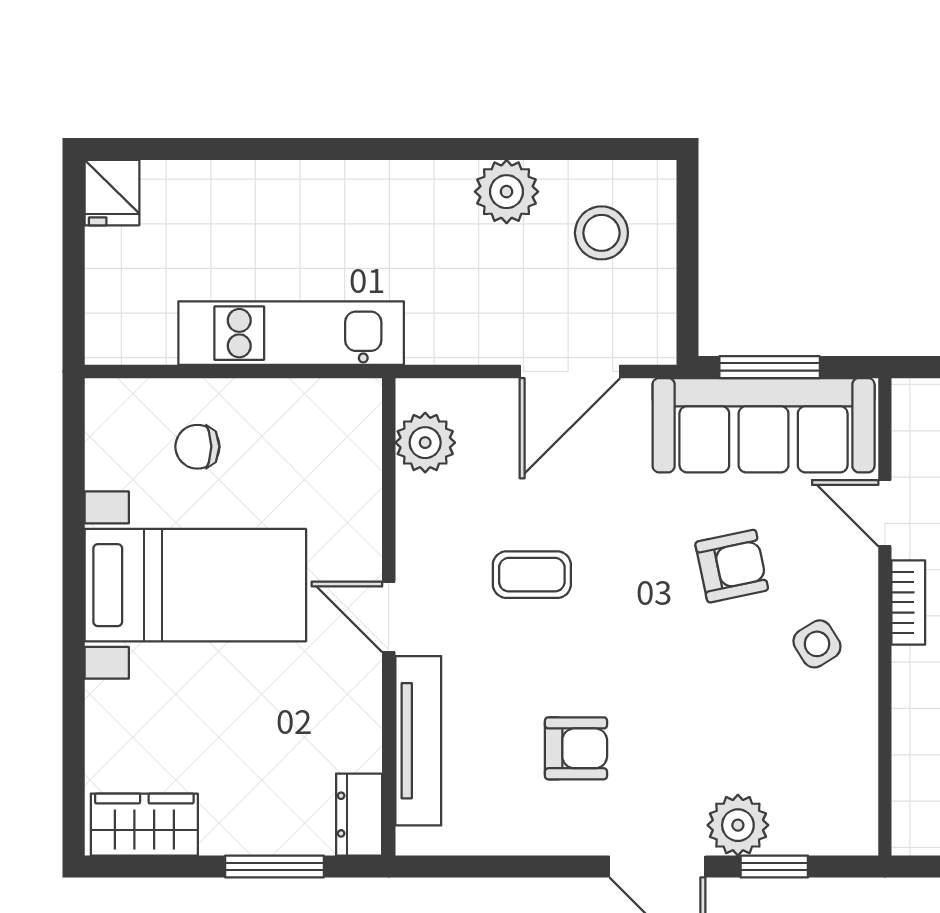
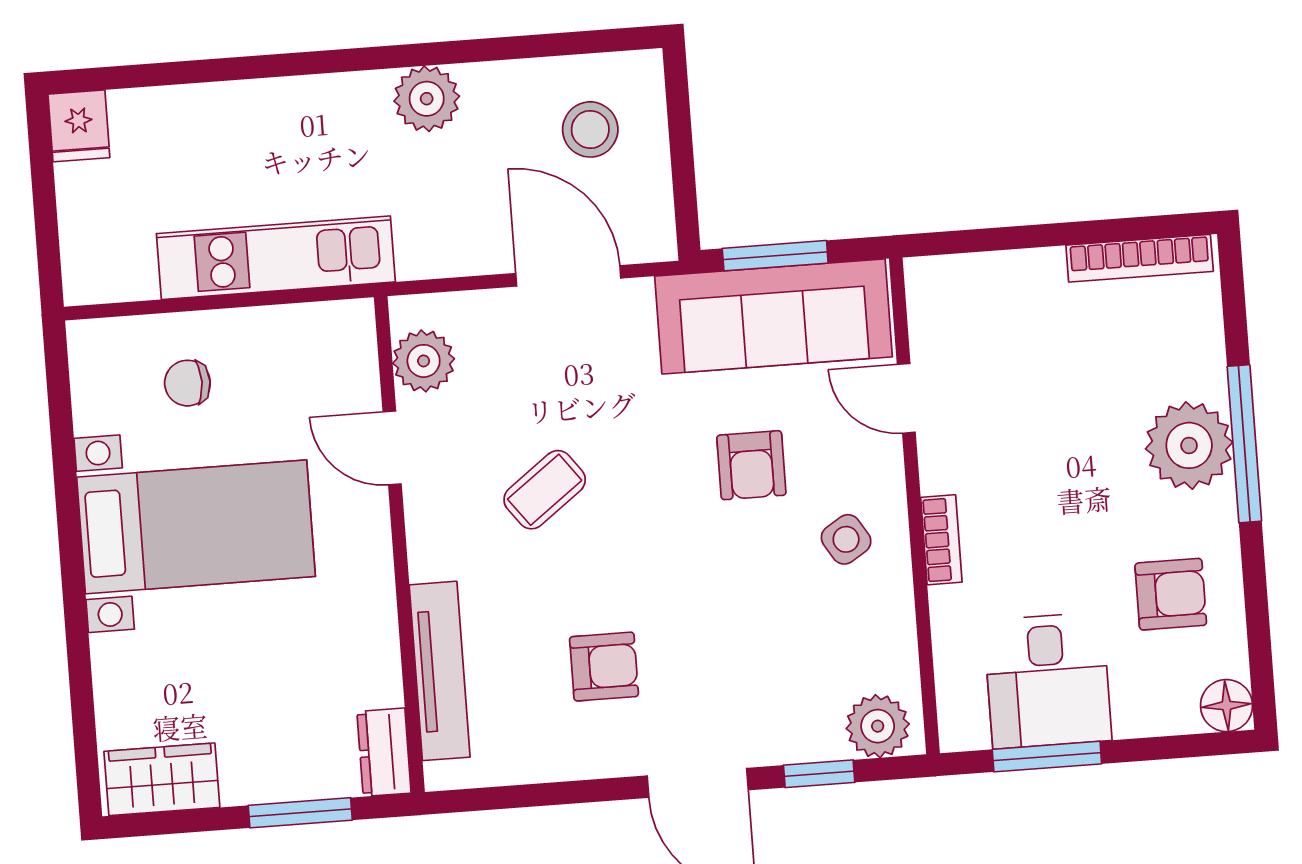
plant: (507, 192) -> (427, 99), moved
door: (570, 371) -> (568, 276), swing flipped
armchair: (732, 566) -> (751, 465), turned 102
coffee table: (532, 575) -> (545, 490), turned -37
bookcase: (908, 602) -> (941, 540), moved
door: (389, 617) -> (392, 448), moved
plant: (738, 825) -> (878, 726), moved

